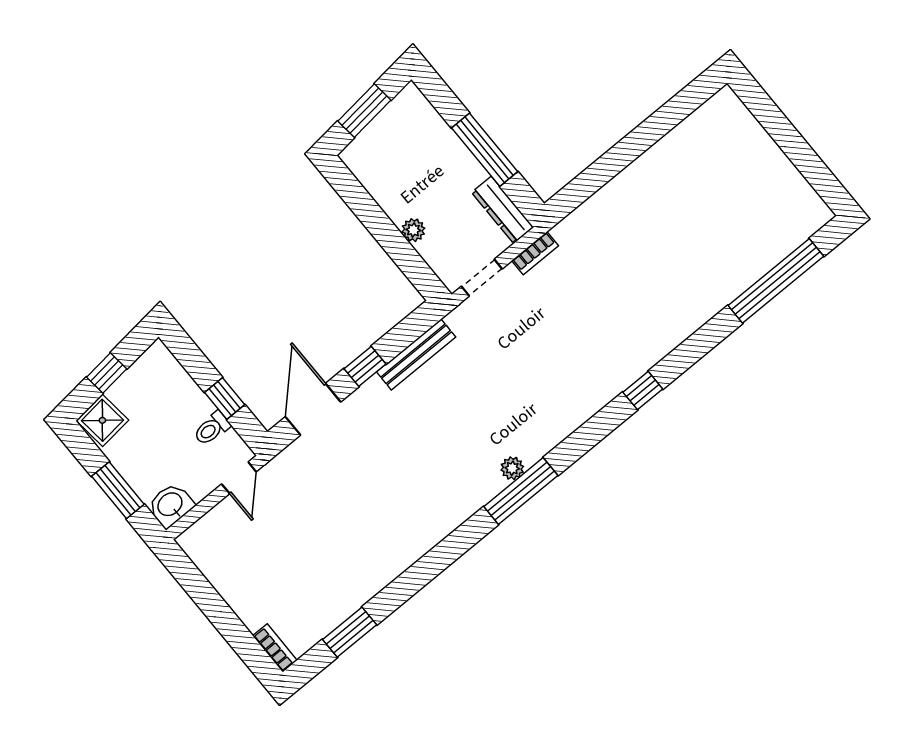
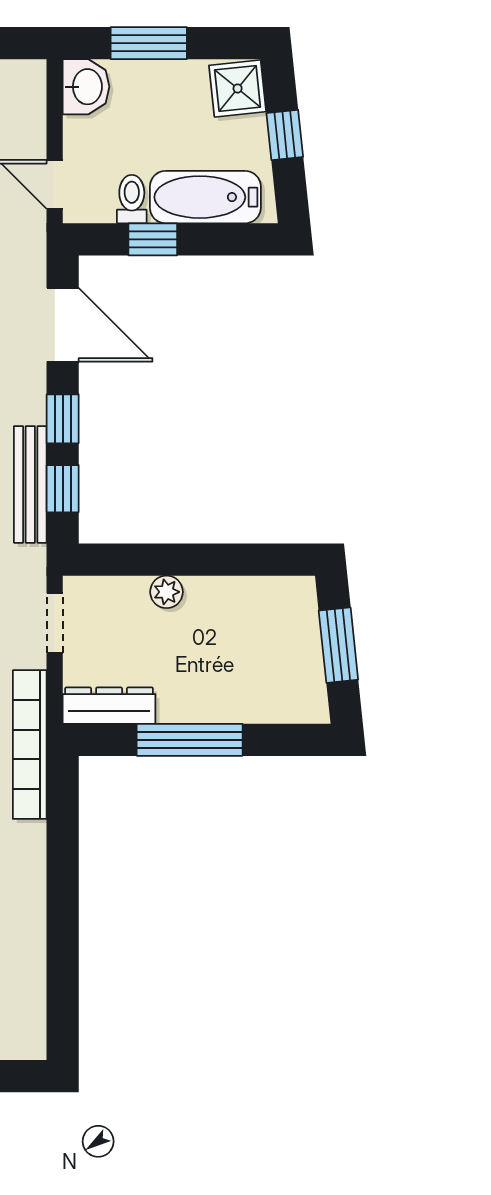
bookcase: (535, 253) -> (30, 745), width x2.31, depth x1.31
window: (404, 335) -> (63, 489), added
bathtub: (177, 389) -> (205, 197), added

